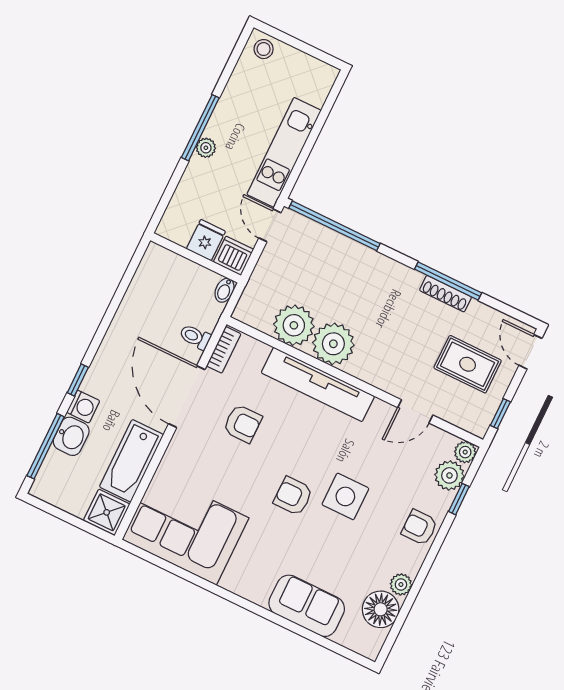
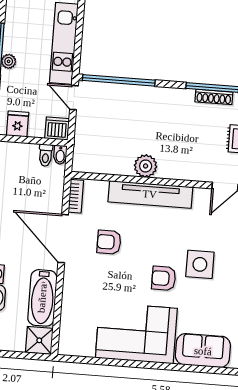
fridge: (206, 240) -> (18, 124), moved
plant: (294, 325) -> (118, 160), removed
toilet: (195, 337) -> (46, 155), moved, turned -90
plant: (333, 344) -> (146, 166), width x0.73, depth x0.73
armchair: (243, 424) -> (109, 242), turned 180
corner sofa: (185, 529) -> (136, 333), moved

